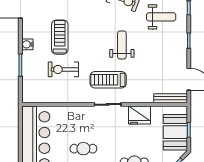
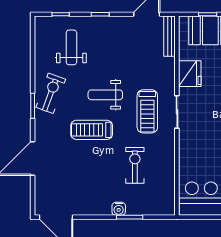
treadmill: (60, 37) -> (92, 130), moved
water cooler: (27, 44) -> (119, 209), moved
exercise bike: (63, 69) -> (135, 165), turned 180

